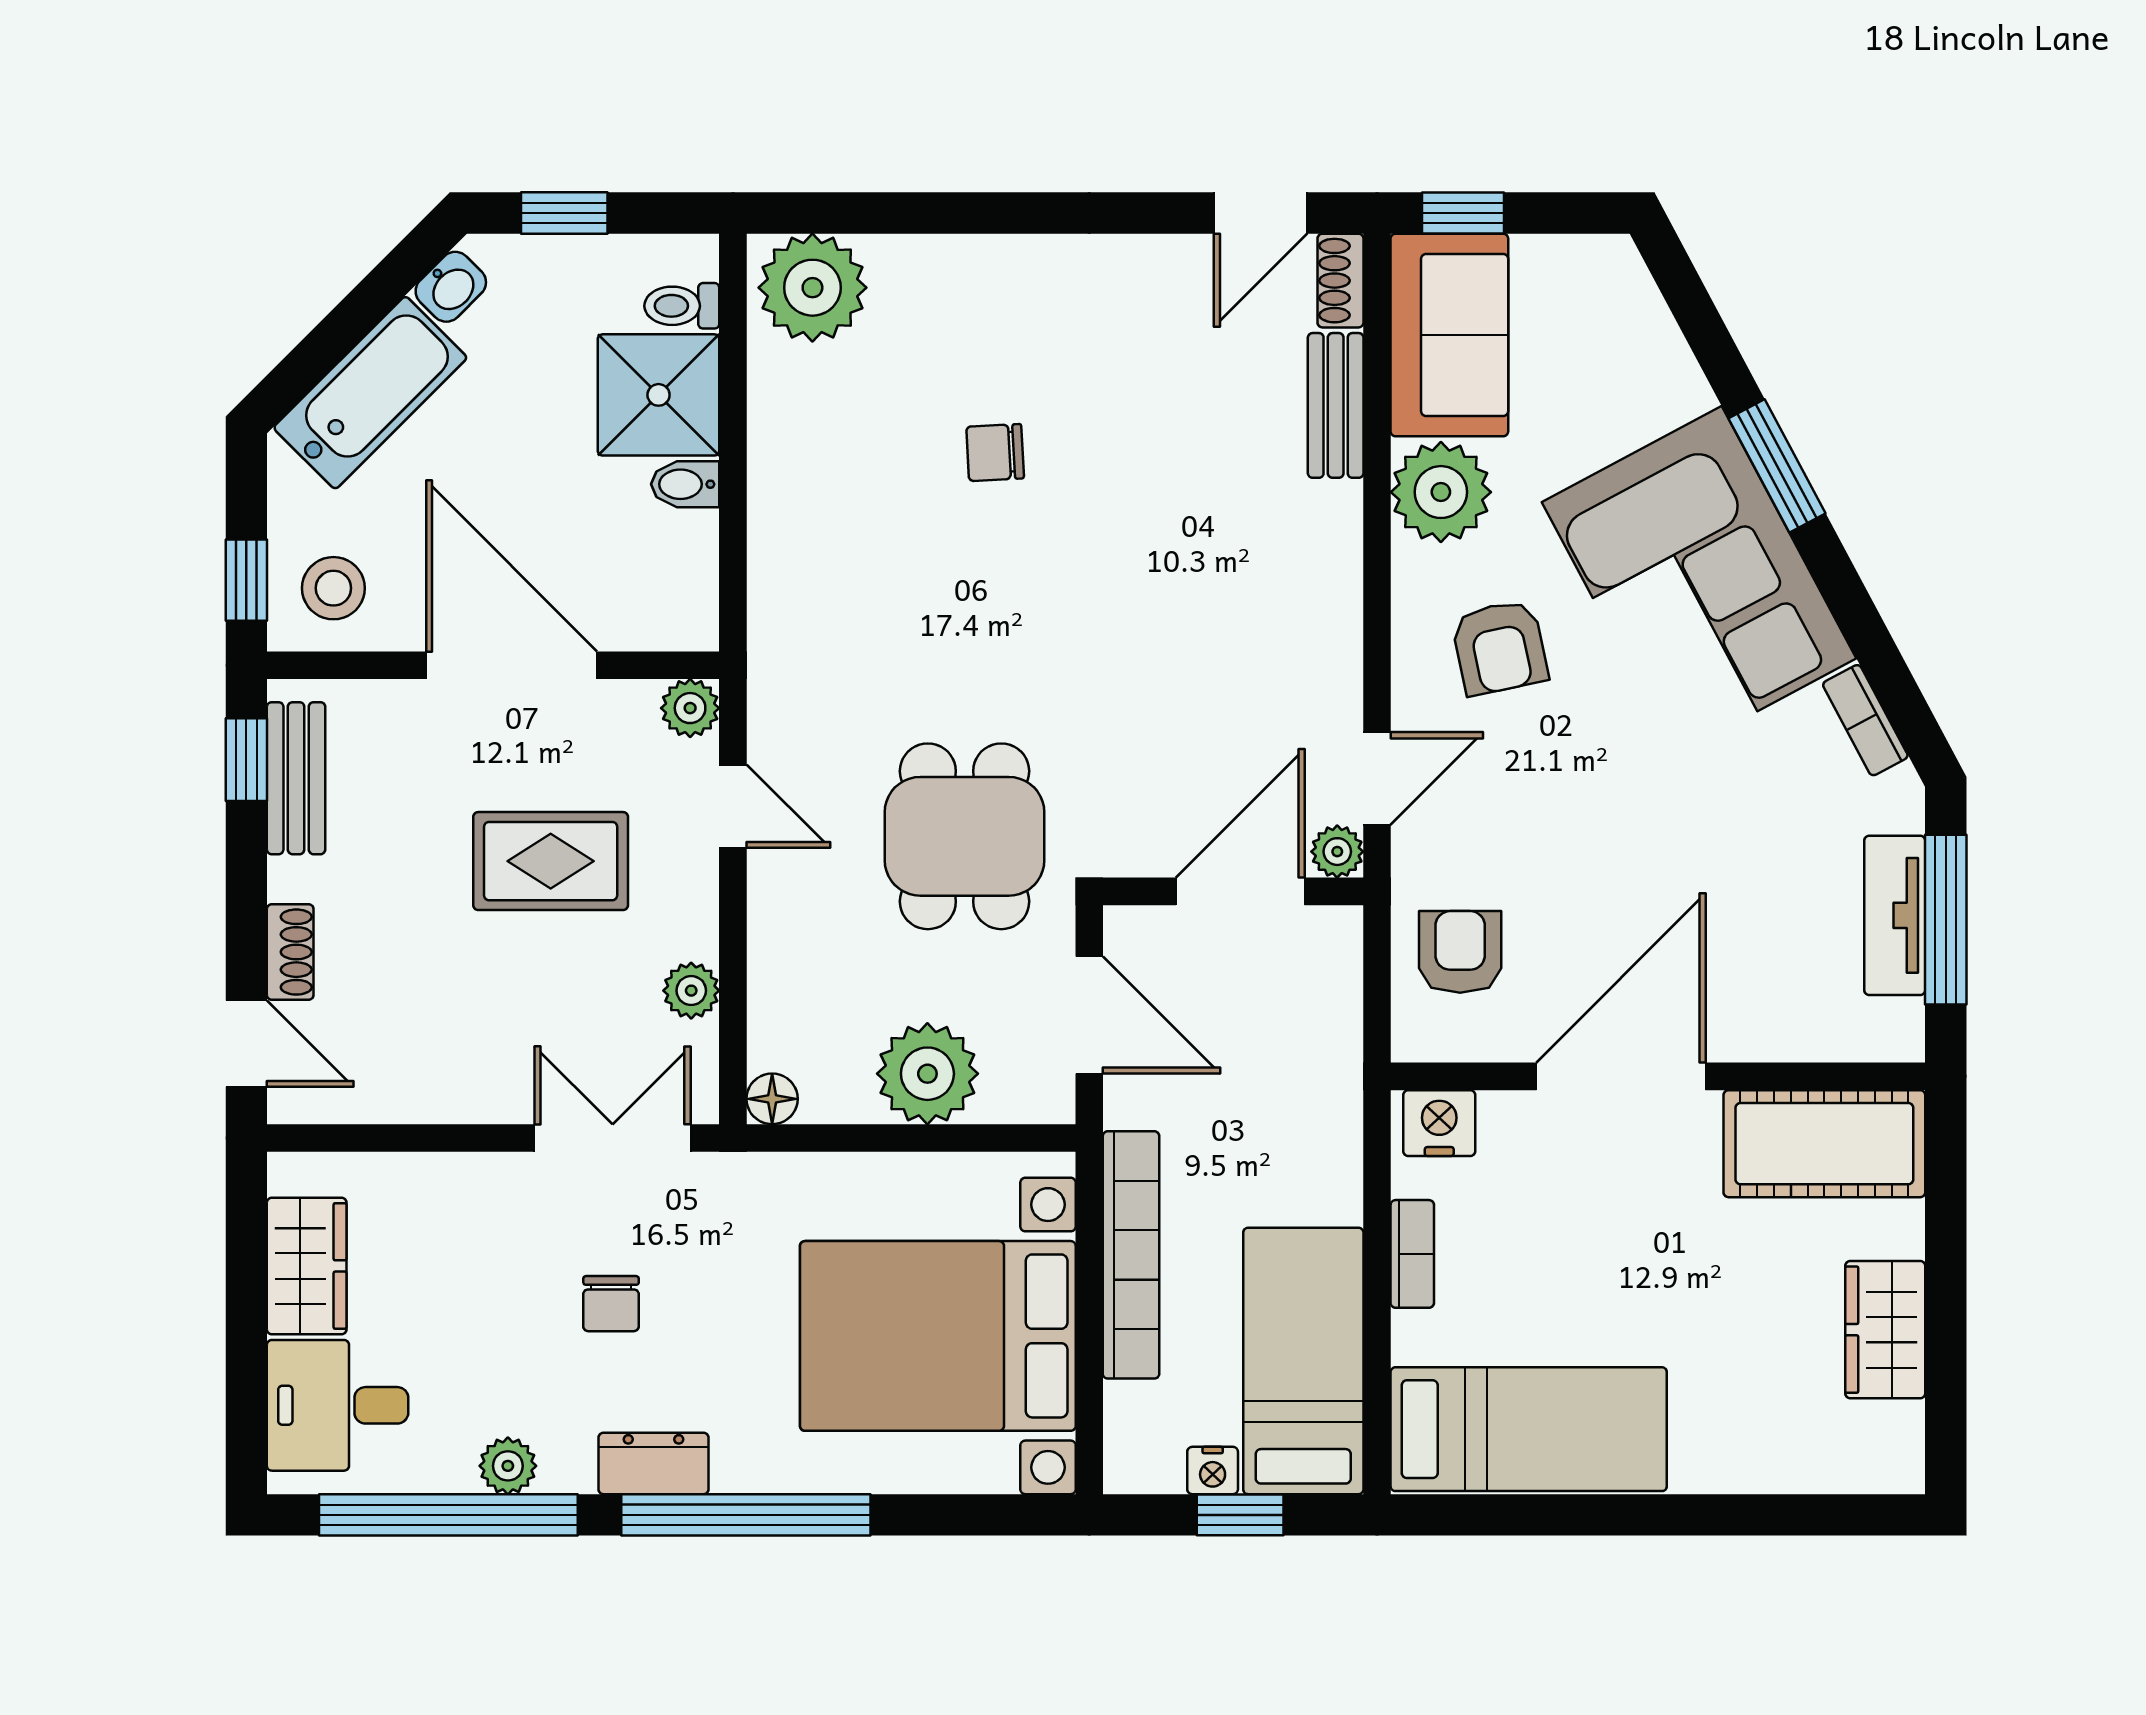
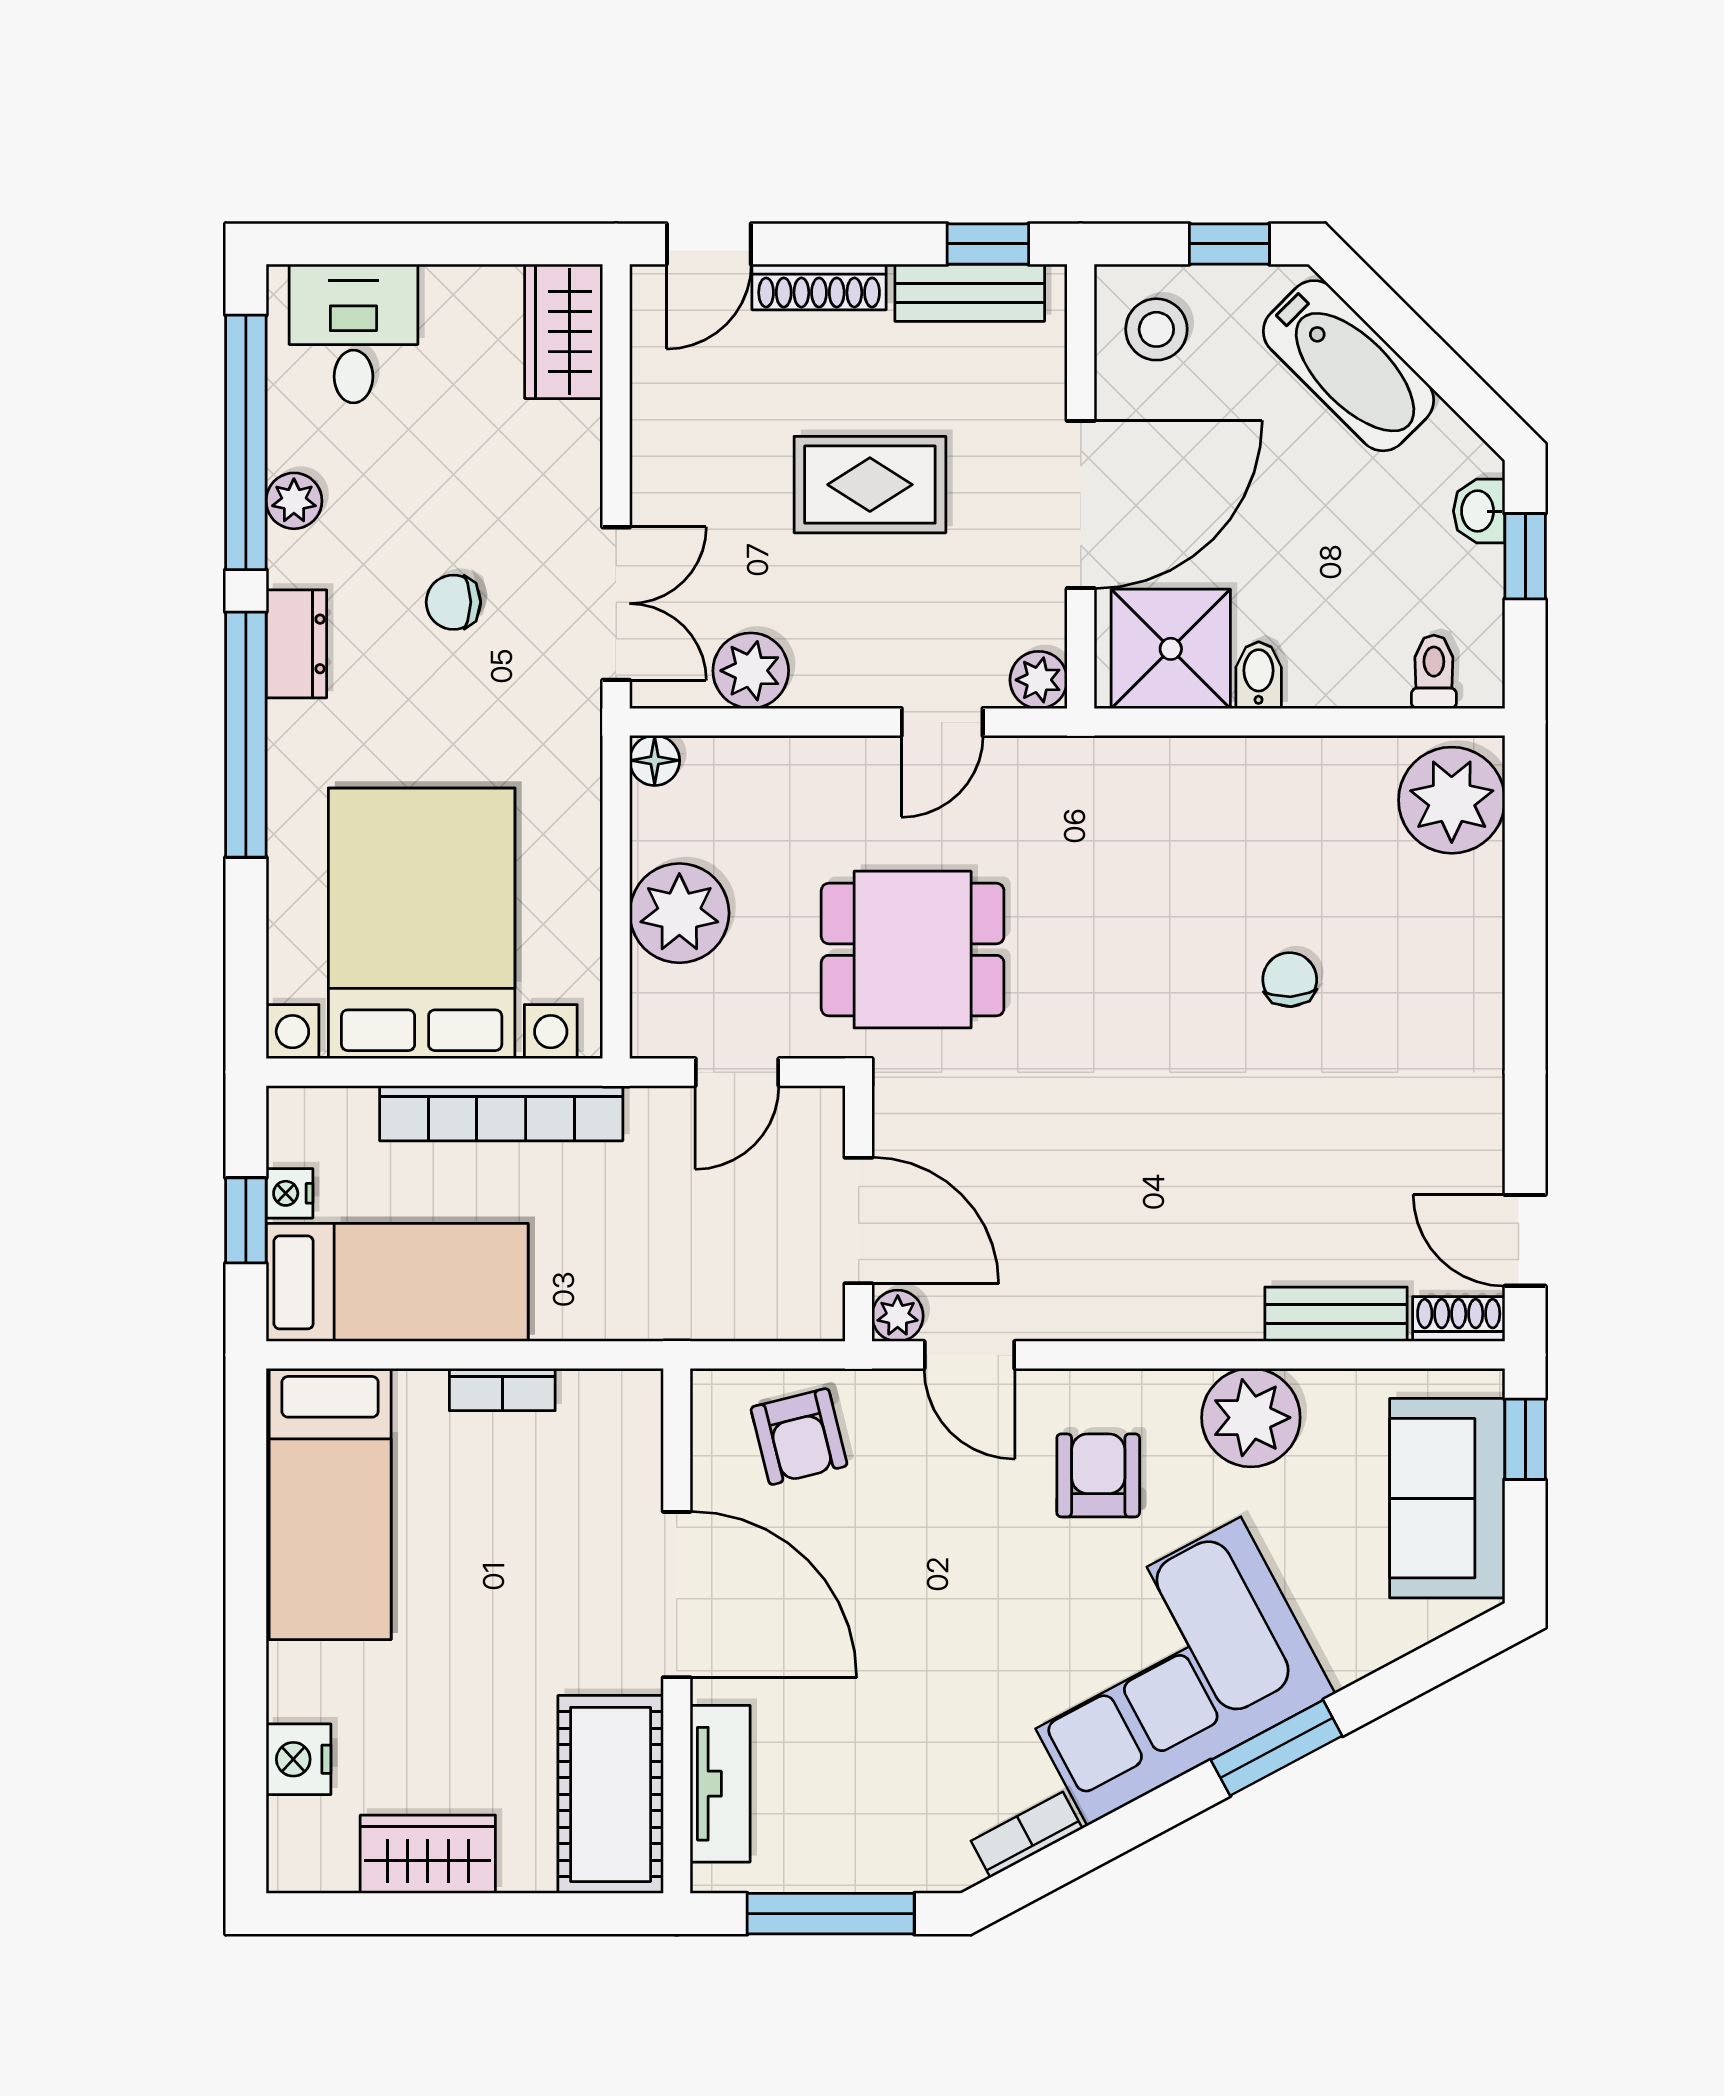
washbasin: (451, 287) -> (1479, 511), moved, turned 45
sofa: (1449, 335) -> (1447, 1498), moved, turned 90
shower: (659, 395) -> (1171, 649), moved
window: (246, 580) -> (1229, 244), moved
armchair: (1500, 647) -> (1098, 1475), turned 102
rug: (551, 861) -> (870, 485), moved, turned 90
tv unit: (1895, 915) -> (720, 1784), moved, turned 90
shoe rack: (290, 952) -> (819, 287), width x1.43
armchair: (1460, 952) -> (799, 1437), turned 76
plant: (691, 991) -> (751, 671), width x1.38, depth x1.38
door: (1089, 1015) -> (737, 1072), width x0.73
nightstand: (1439, 1123) -> (299, 1759), moved, turned 180
wardrobe: (307, 1266) -> (564, 331), moved, turned 90

